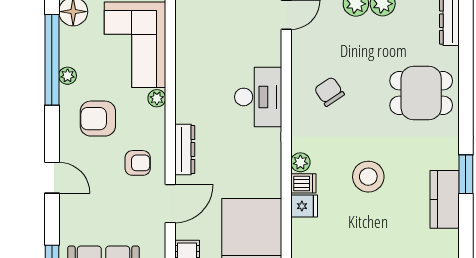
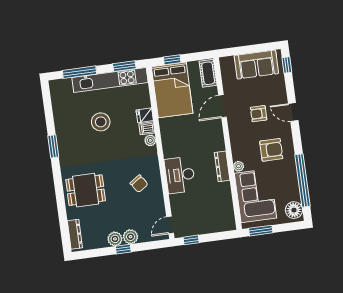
plant: (68, 76) -> (292, 172), removed
dresser: (185, 149) -> (222, 166), moved
armchair: (138, 163) -> (259, 114), moved
stool: (368, 177) -> (101, 122), moved
kitchen counter: (445, 199) -> (64, 130), removed

